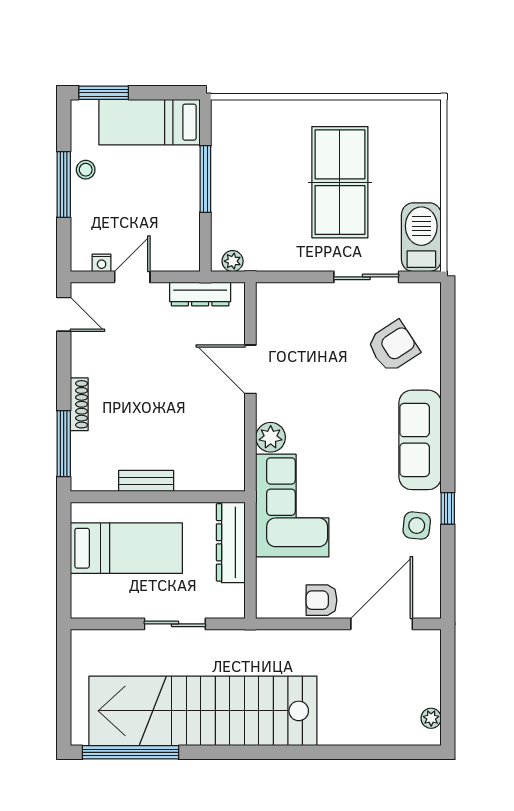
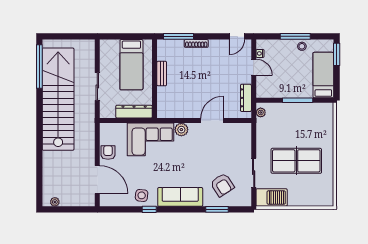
window: (448, 358) -> (217, 209), added

